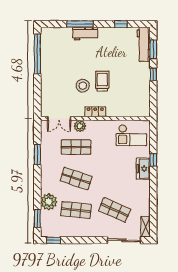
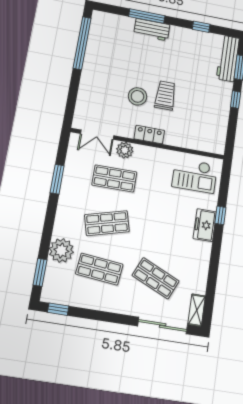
shop shelf: (76, 179) -> (107, 223), turned -33

